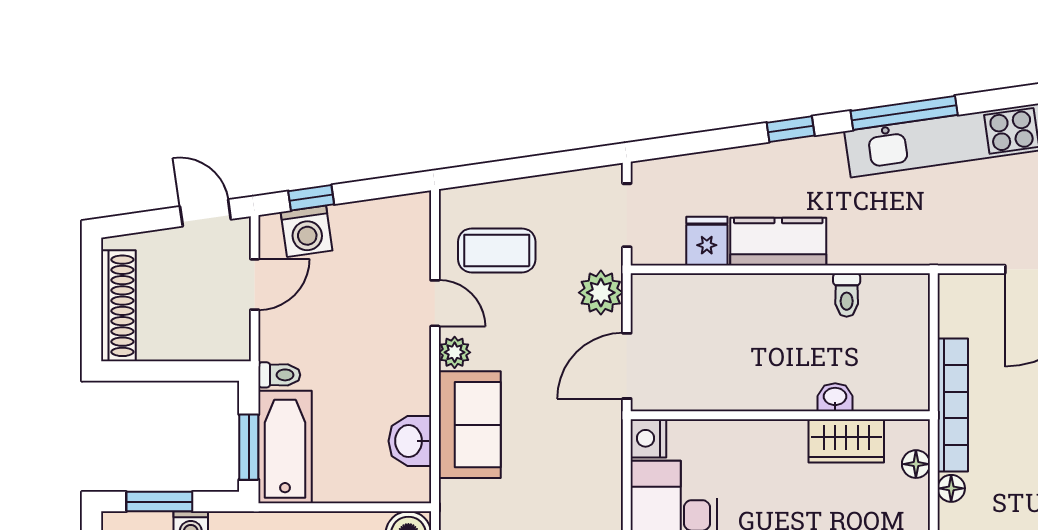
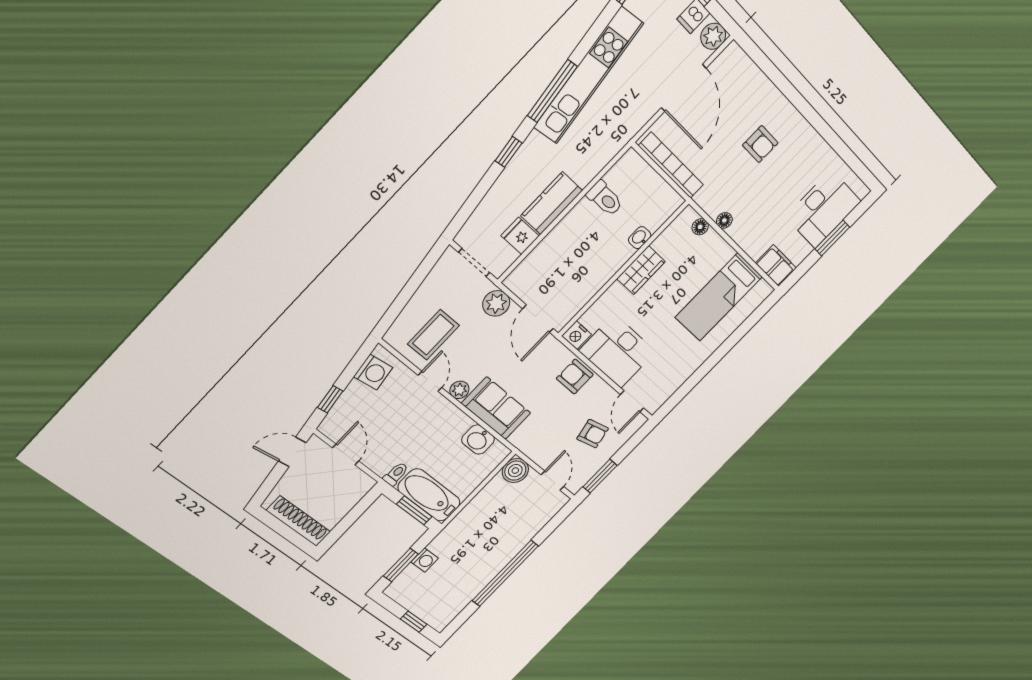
washing machine: (307, 231) -> (373, 372), moved
toilet: (847, 295) -> (605, 198), width x1.37, depth x1.39
door: (435, 303) -> (430, 381), hinge flipped
bookcase: (953, 405) -> (671, 165), moved
wardrobe: (846, 441) -> (641, 270), moved
armchair: (595, 490) -> (575, 377), added

